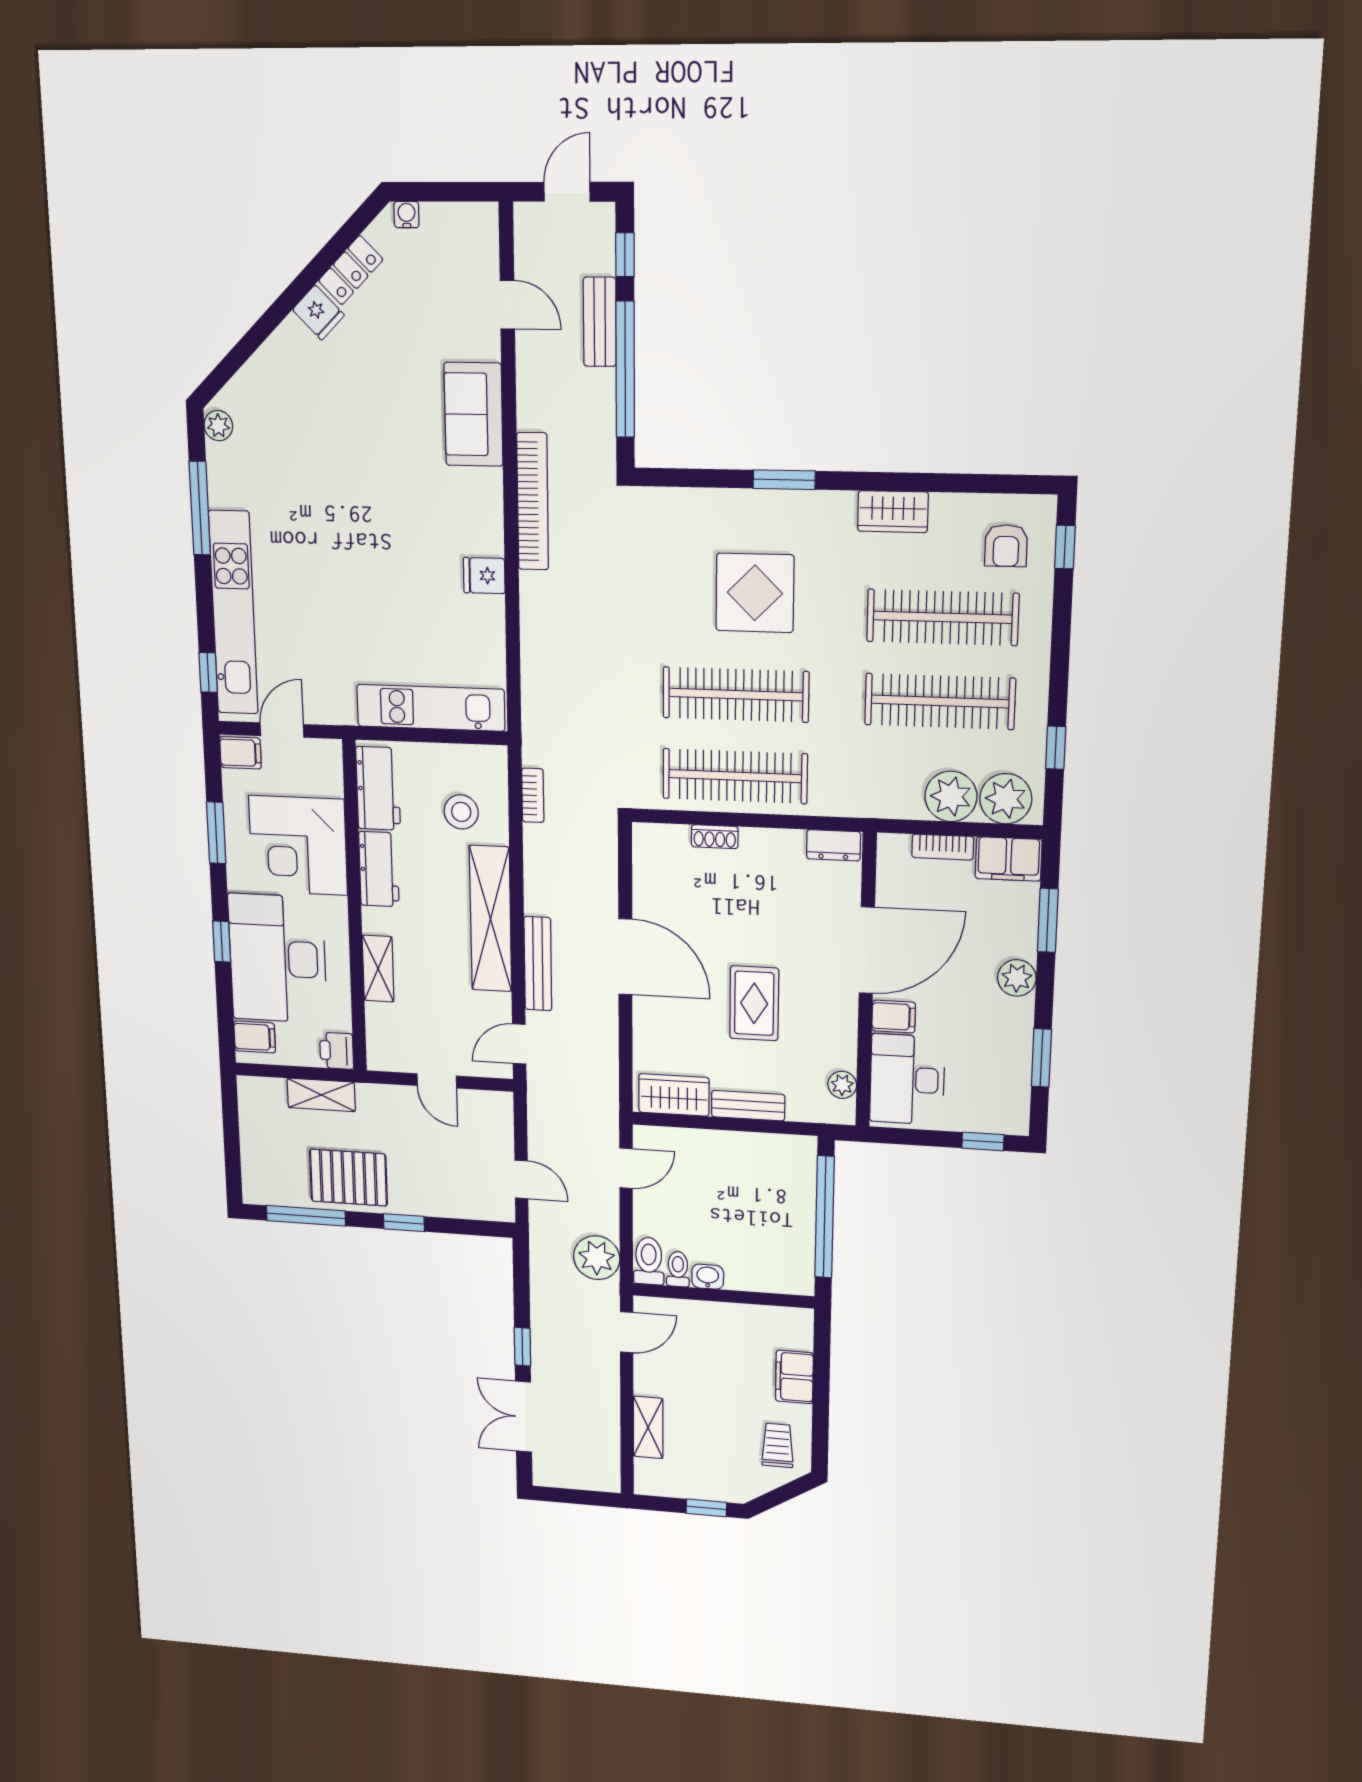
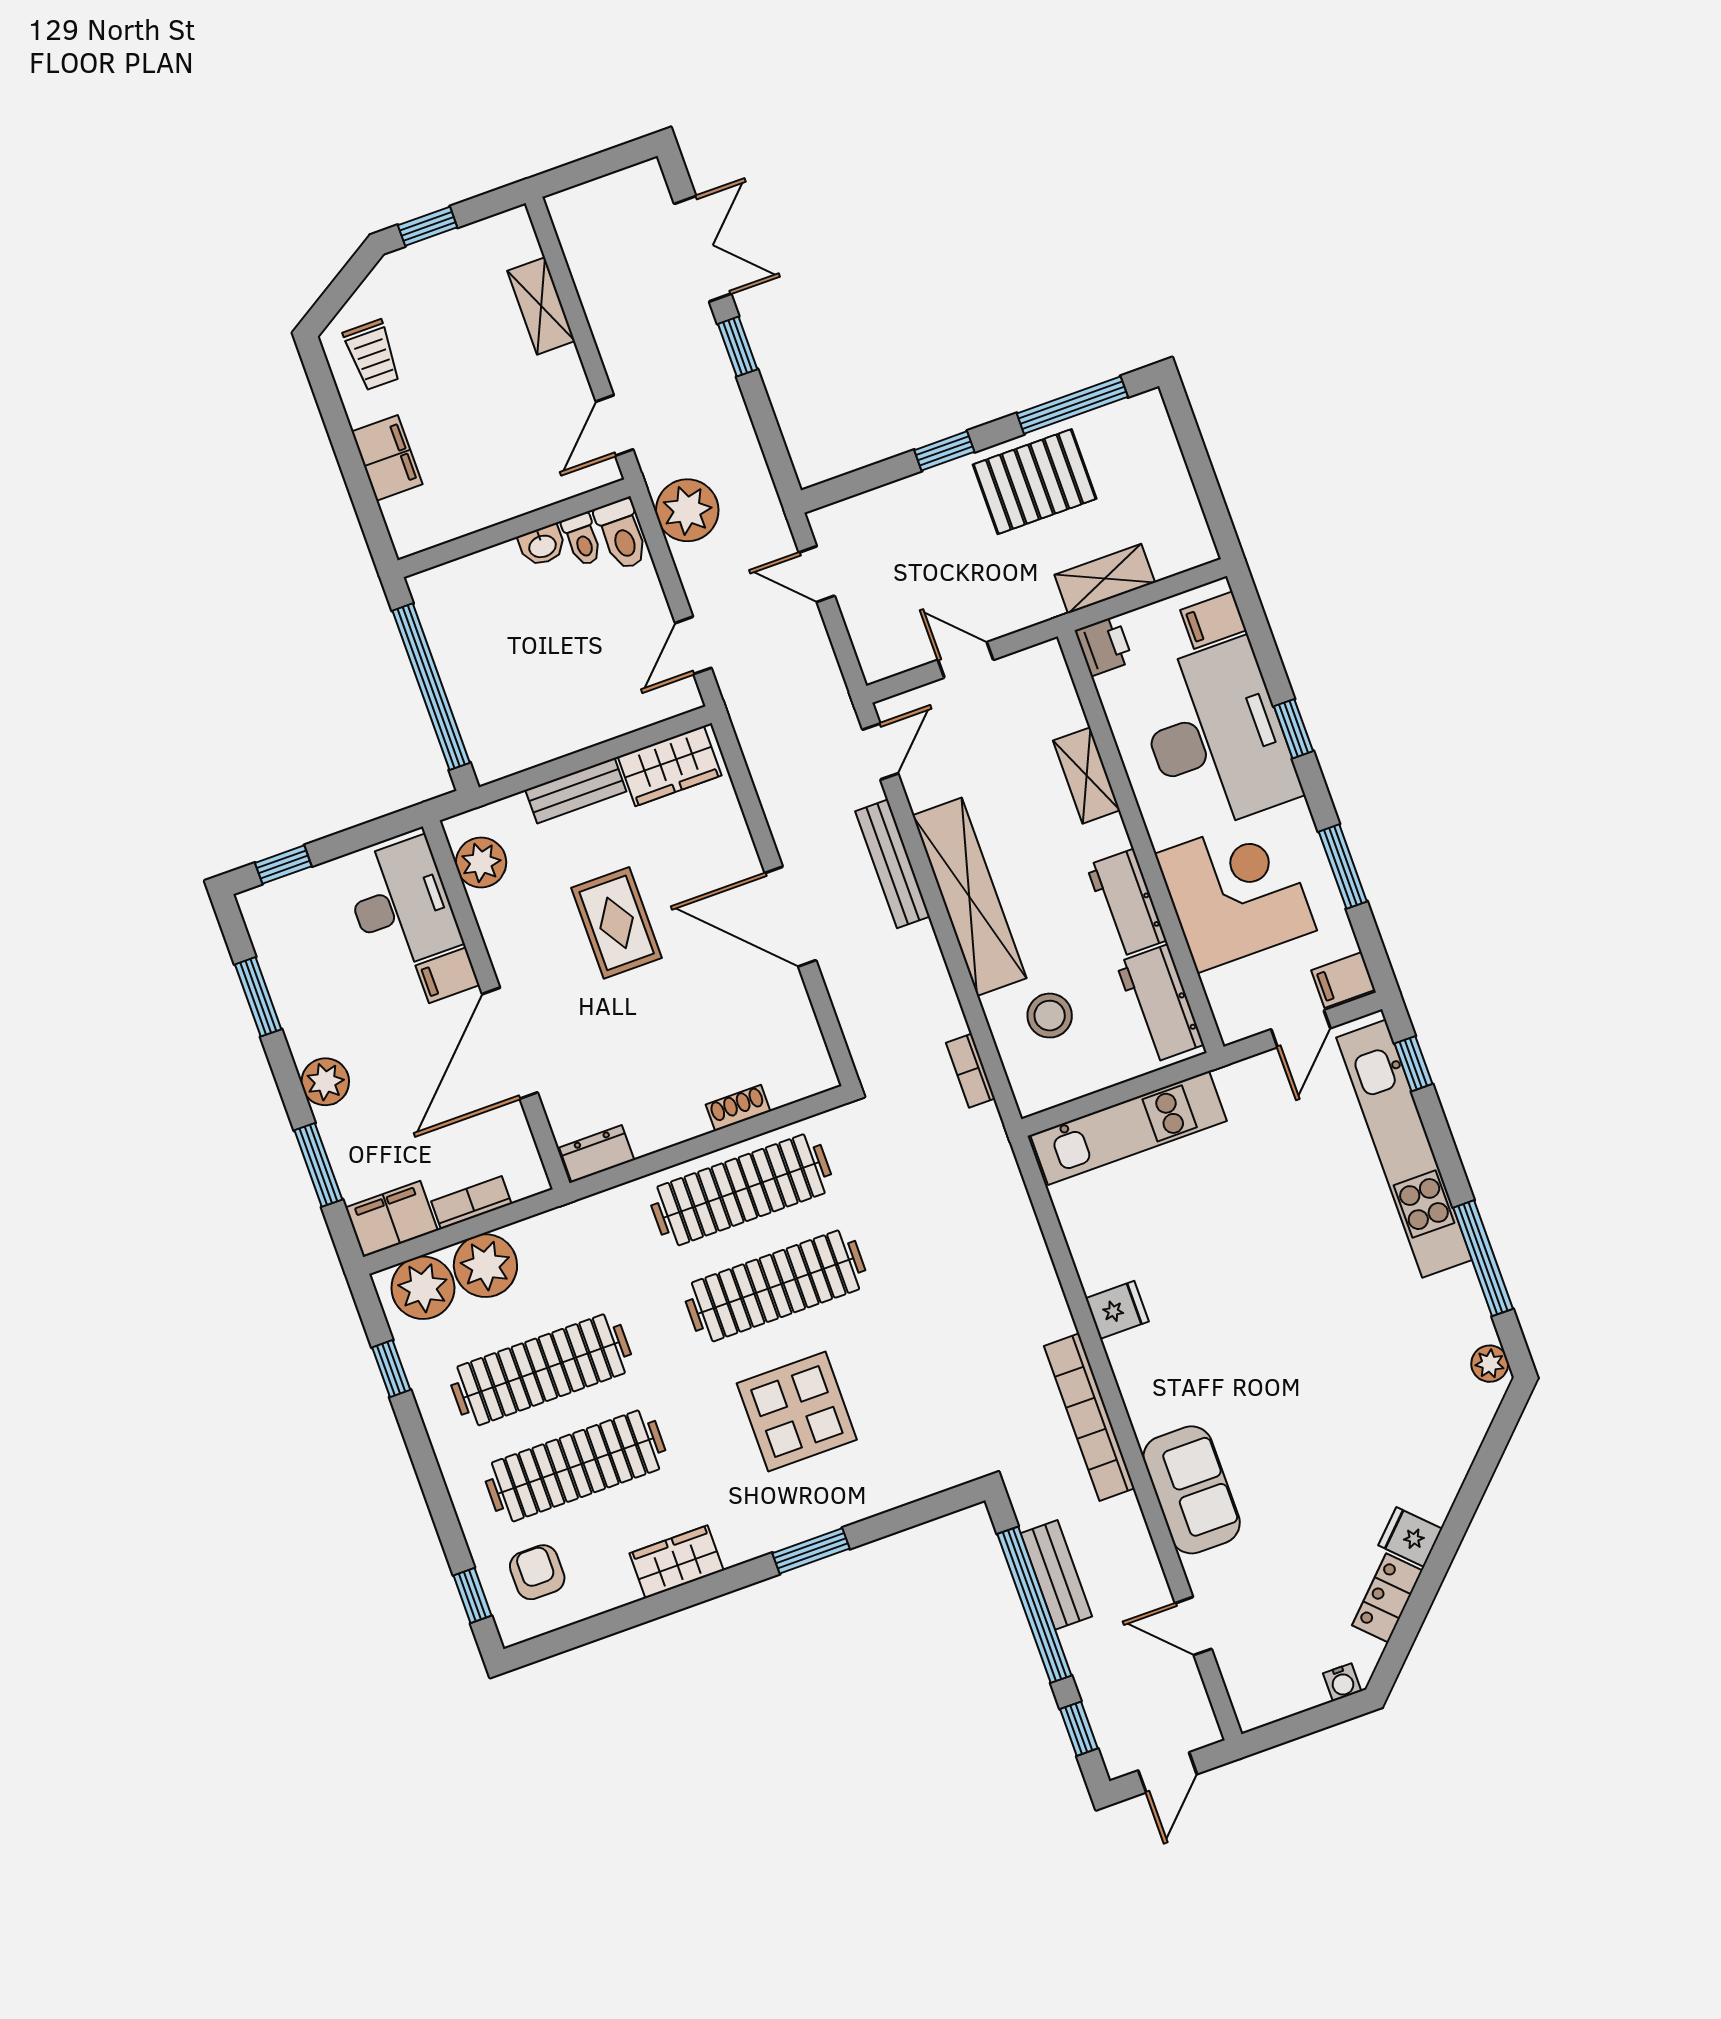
bench: (600, 322) -> (1056, 1575), moved
plant: (842, 1085) -> (481, 863), width x1.38, depth x1.38

